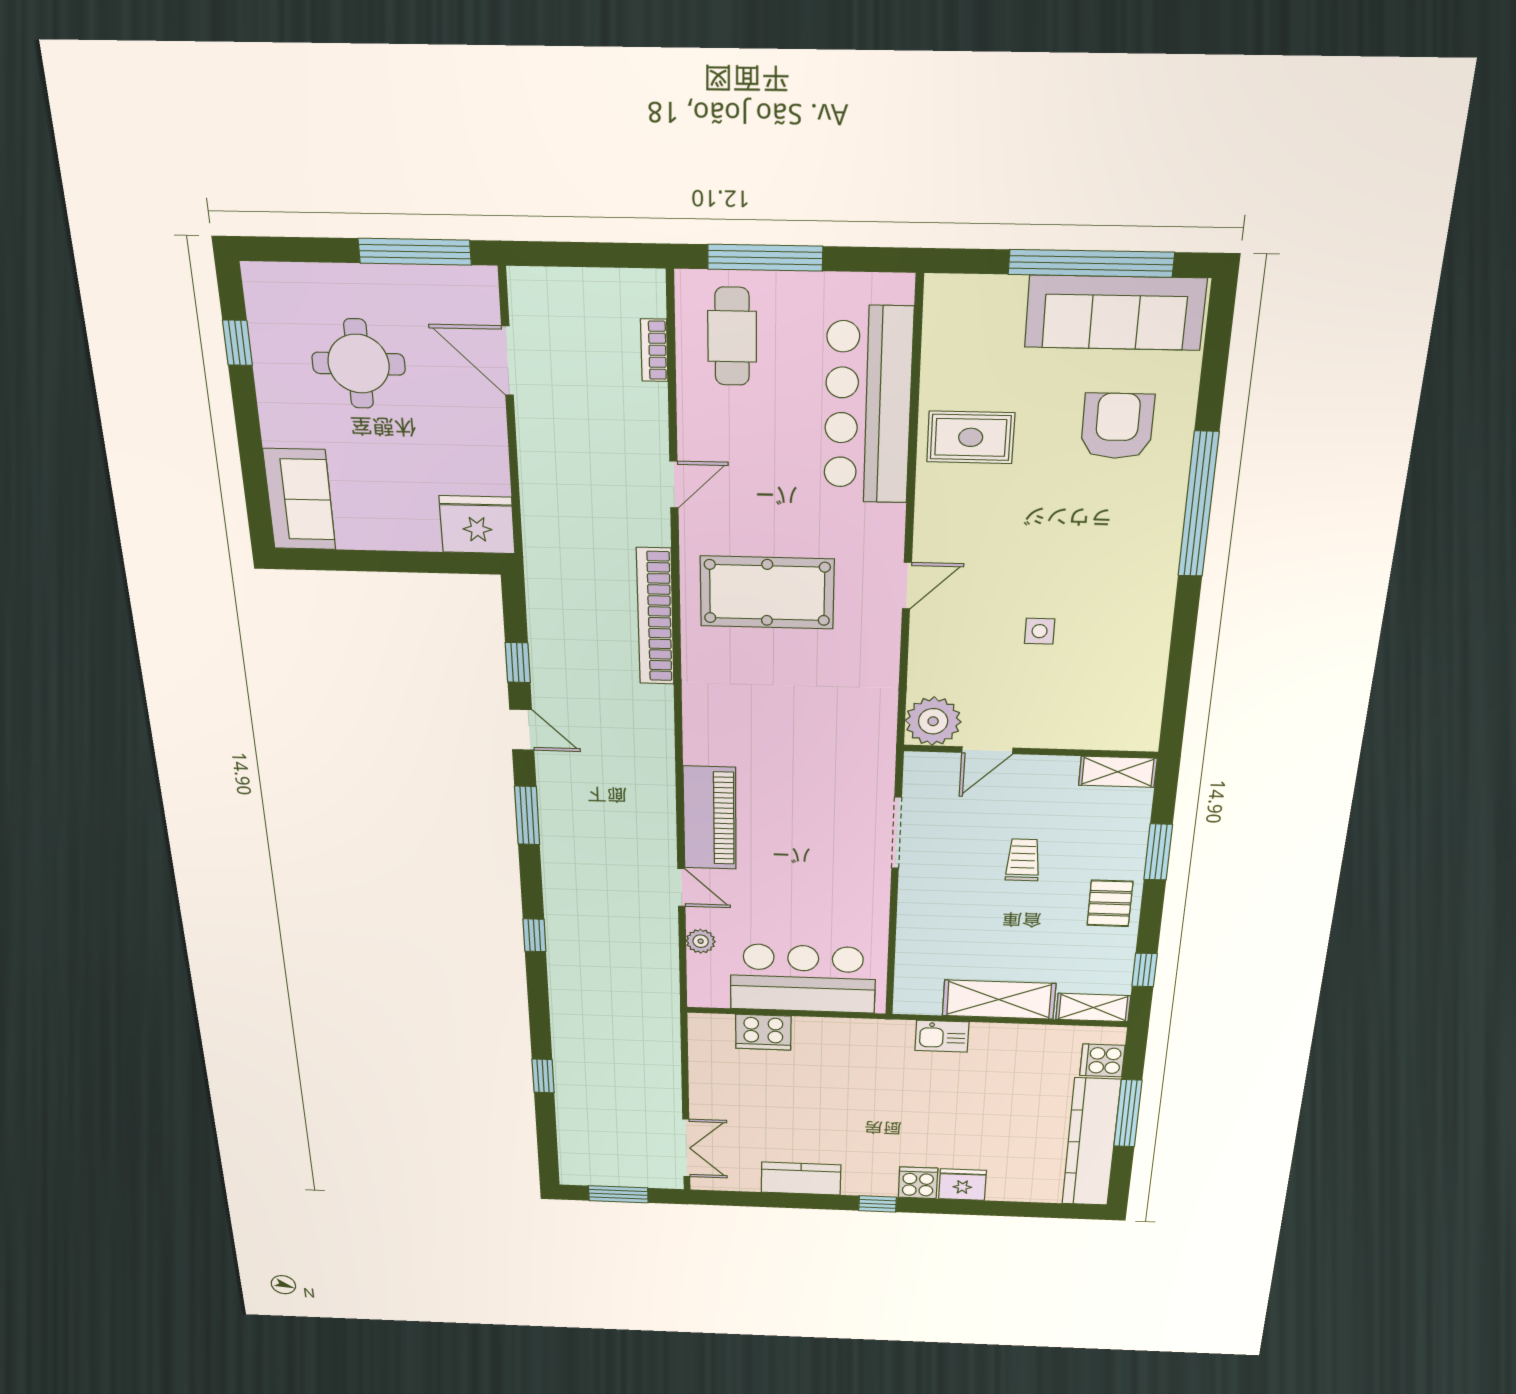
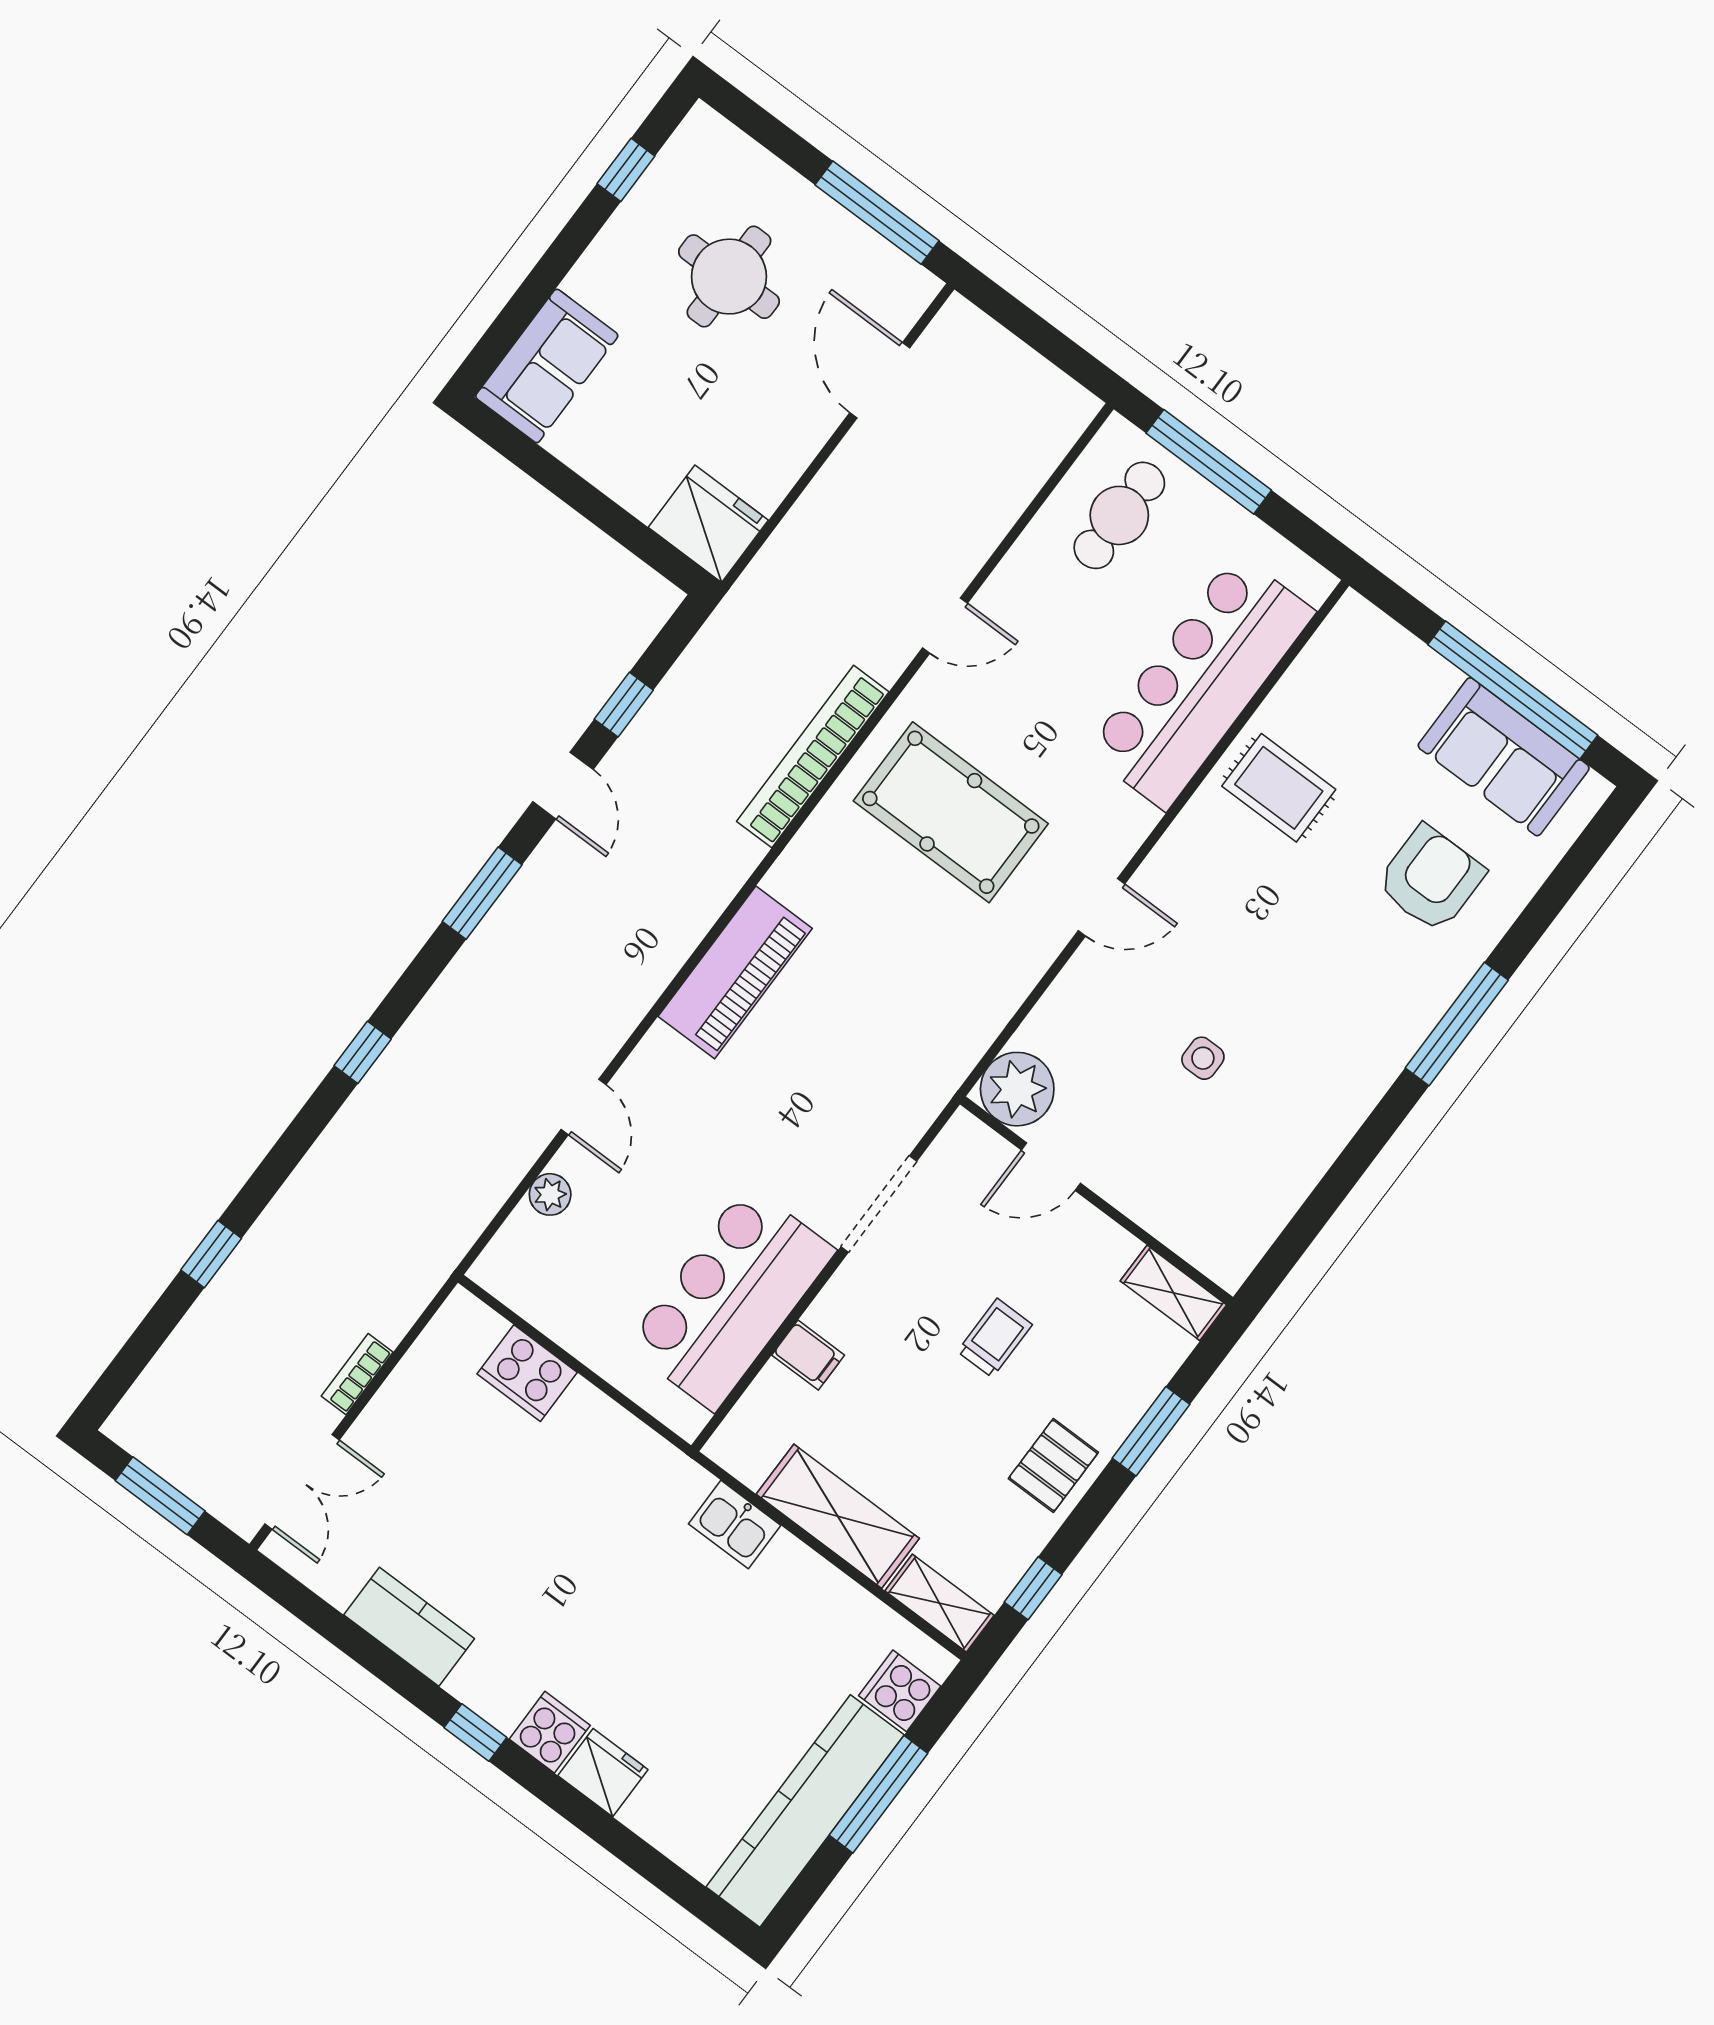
sofa: (1115, 313) -> (1504, 757), width x0.73
bookcase: (654, 350) -> (357, 1374), moved
window: (1198, 505) -> (1457, 1024), width x0.68
piano: (710, 818) -> (735, 972), moved
filing cabinet: (917, 933) -> (808, 1355), added
bar counter: (803, 979) -> (731, 1298), moved, turned -90

